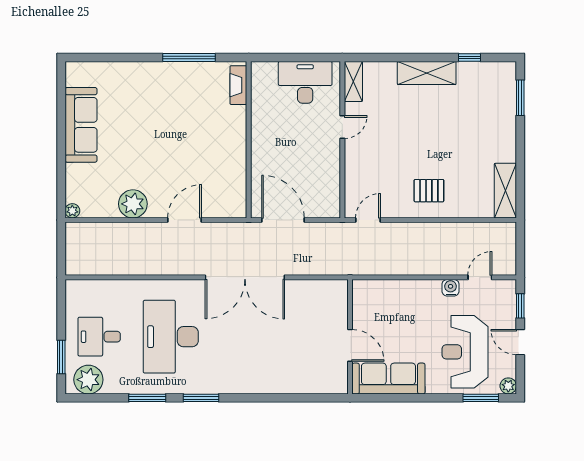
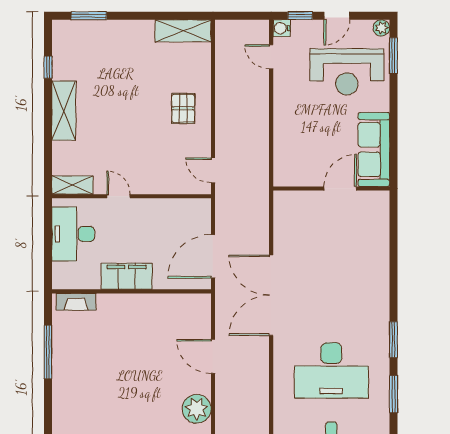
filing cabinet: (264, 135) -> (127, 276), added
double door: (245, 277) -> (271, 295), swing flipped
water cooler: (451, 288) -> (282, 28), moved

